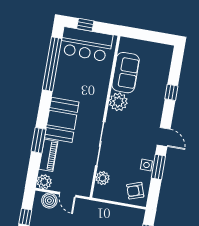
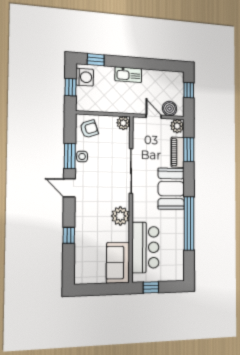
window: (85, 25) -> (151, 287), moved
bar counter: (86, 44) -> (145, 247), moved, turned 90
window: (52, 64) -> (189, 223), moved
sofa: (126, 73) -> (118, 263), moved
window: (39, 140) -> (189, 150), moved
plant: (103, 178) -> (123, 123), moved

